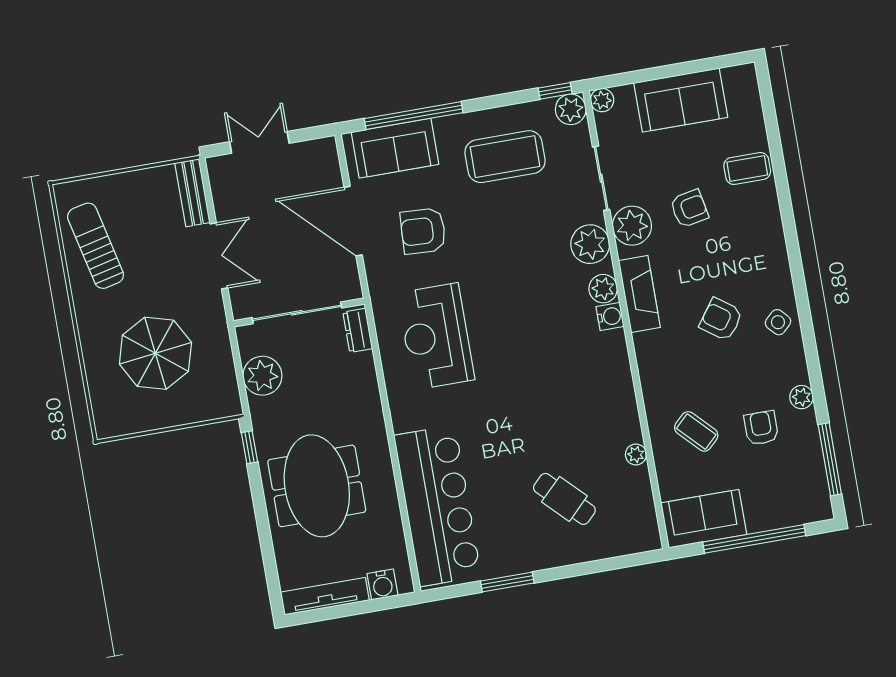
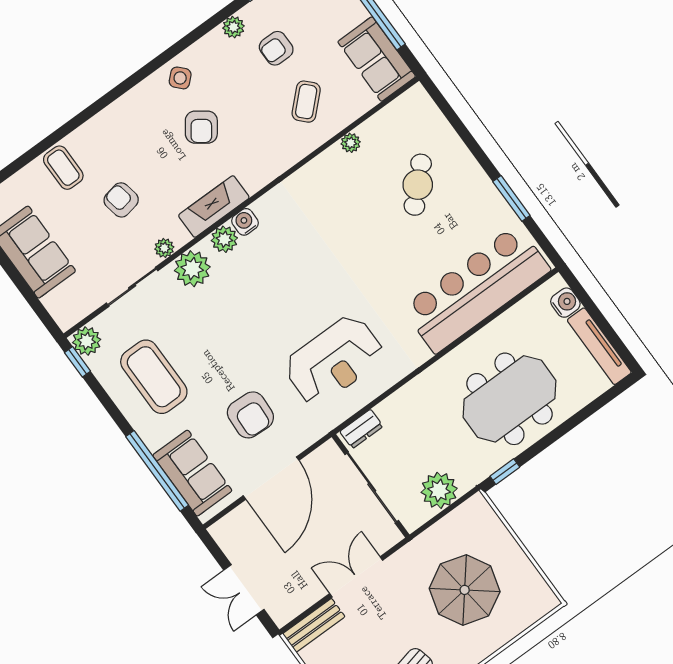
plant: (602, 100) -> (66, 318), removed
plant: (632, 226) -> (164, 248), width x0.53, depth x0.53

